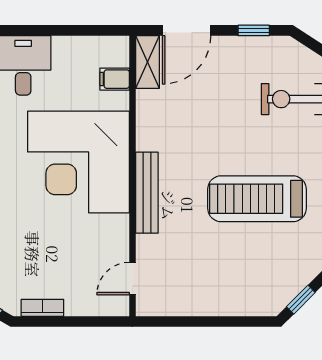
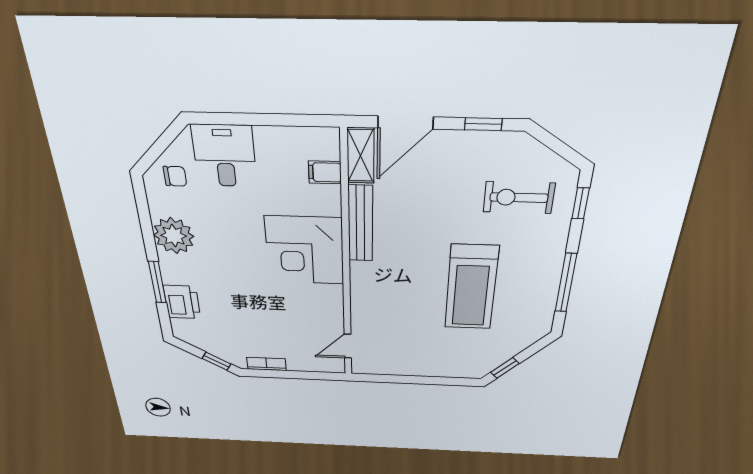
corner desk: (78, 162) -> (305, 250), width x0.74, depth x0.74
bench: (147, 193) -> (360, 224), moved
treadmill: (257, 199) -> (471, 288), turned -90

